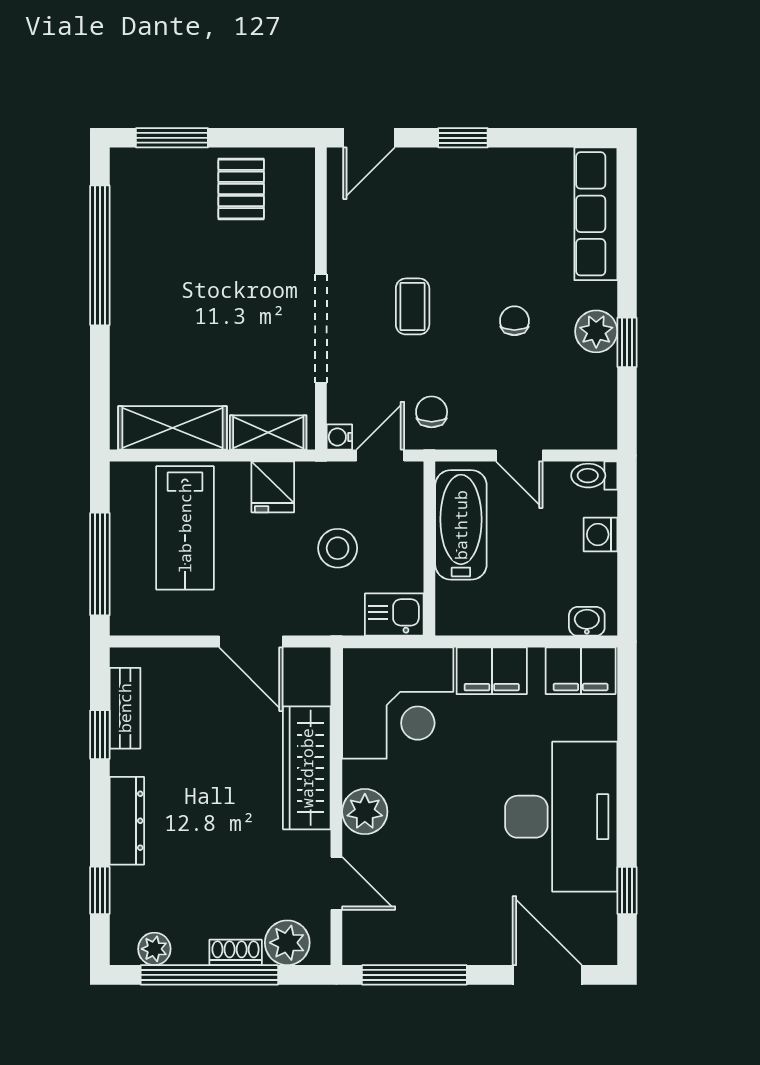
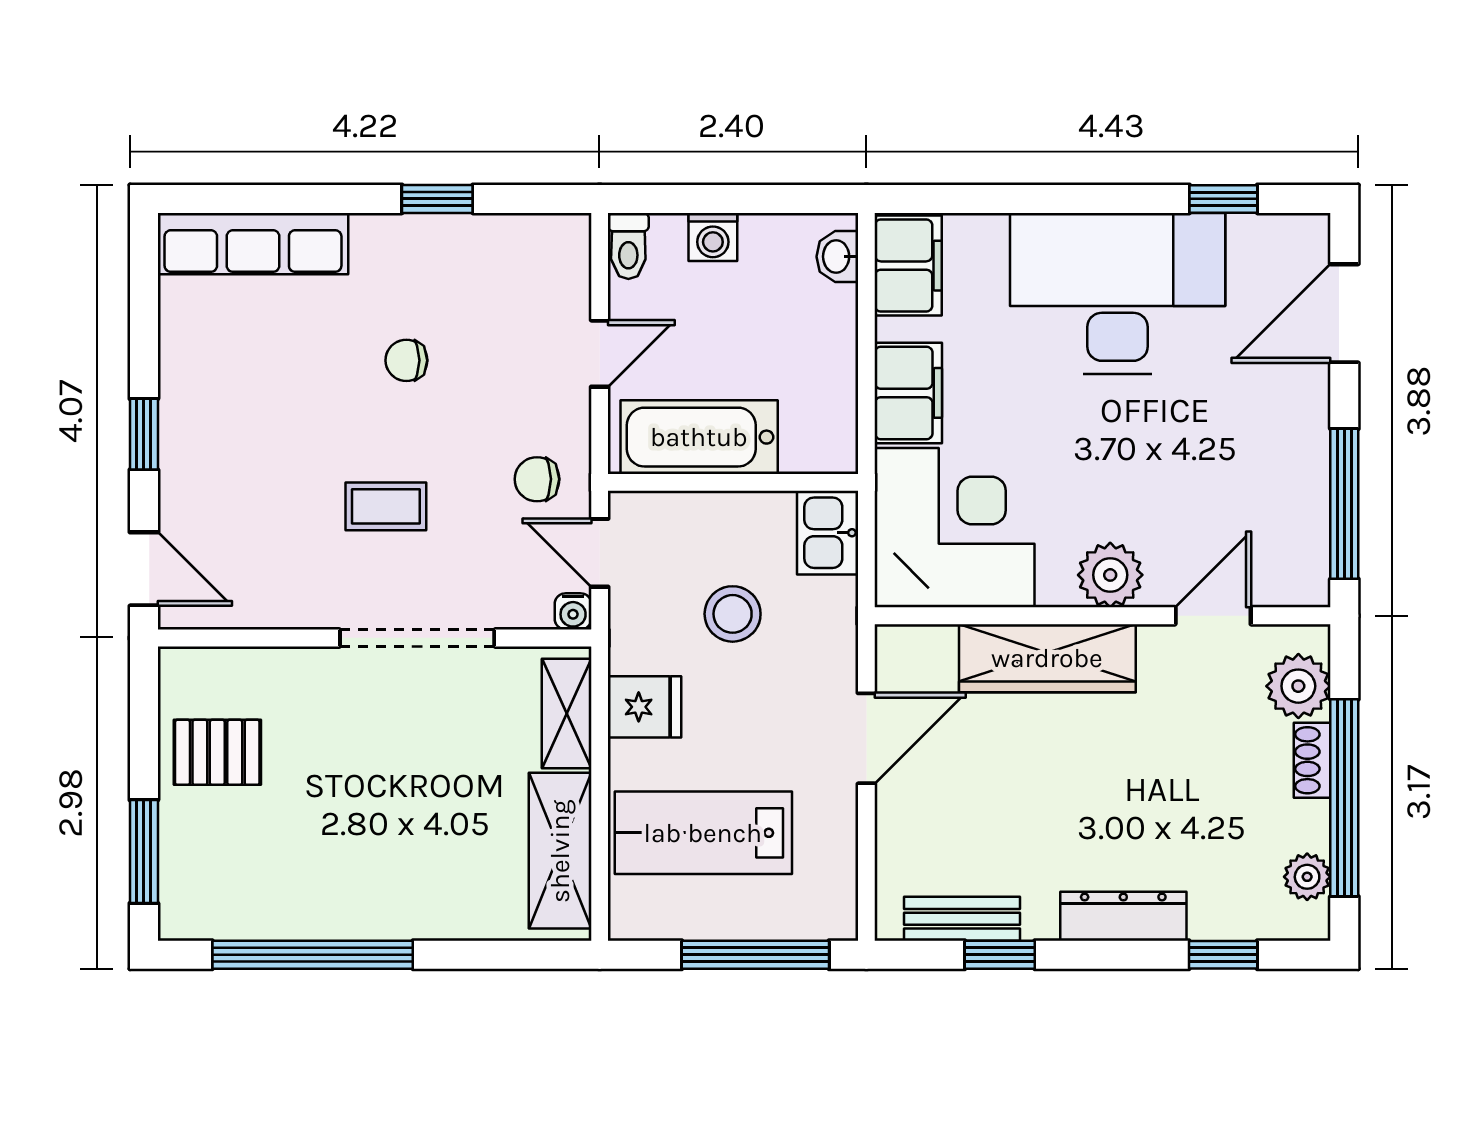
plant: (596, 331) -> (421, 243), removed
lab bench: (185, 528) -> (703, 833), turned 180

